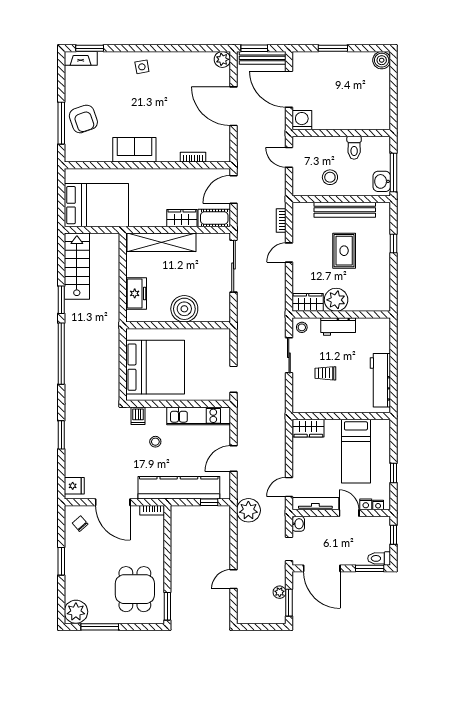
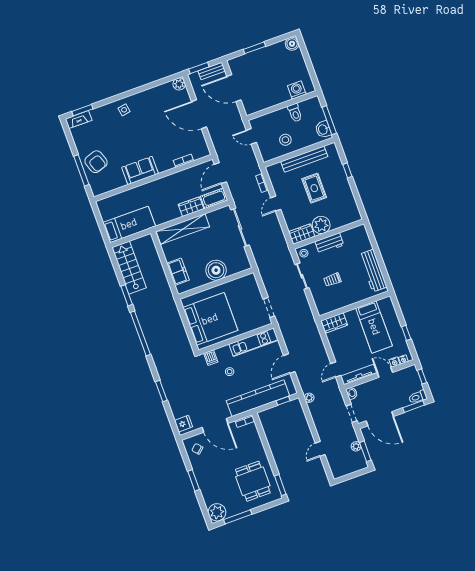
bench: (263, 58) -> (212, 71), width x0.73
washing machine: (302, 120) -> (297, 90), moved
bed: (96, 205) -> (129, 224), width x0.67
plant: (248, 510) -> (309, 398), width x0.53, depth x0.53

